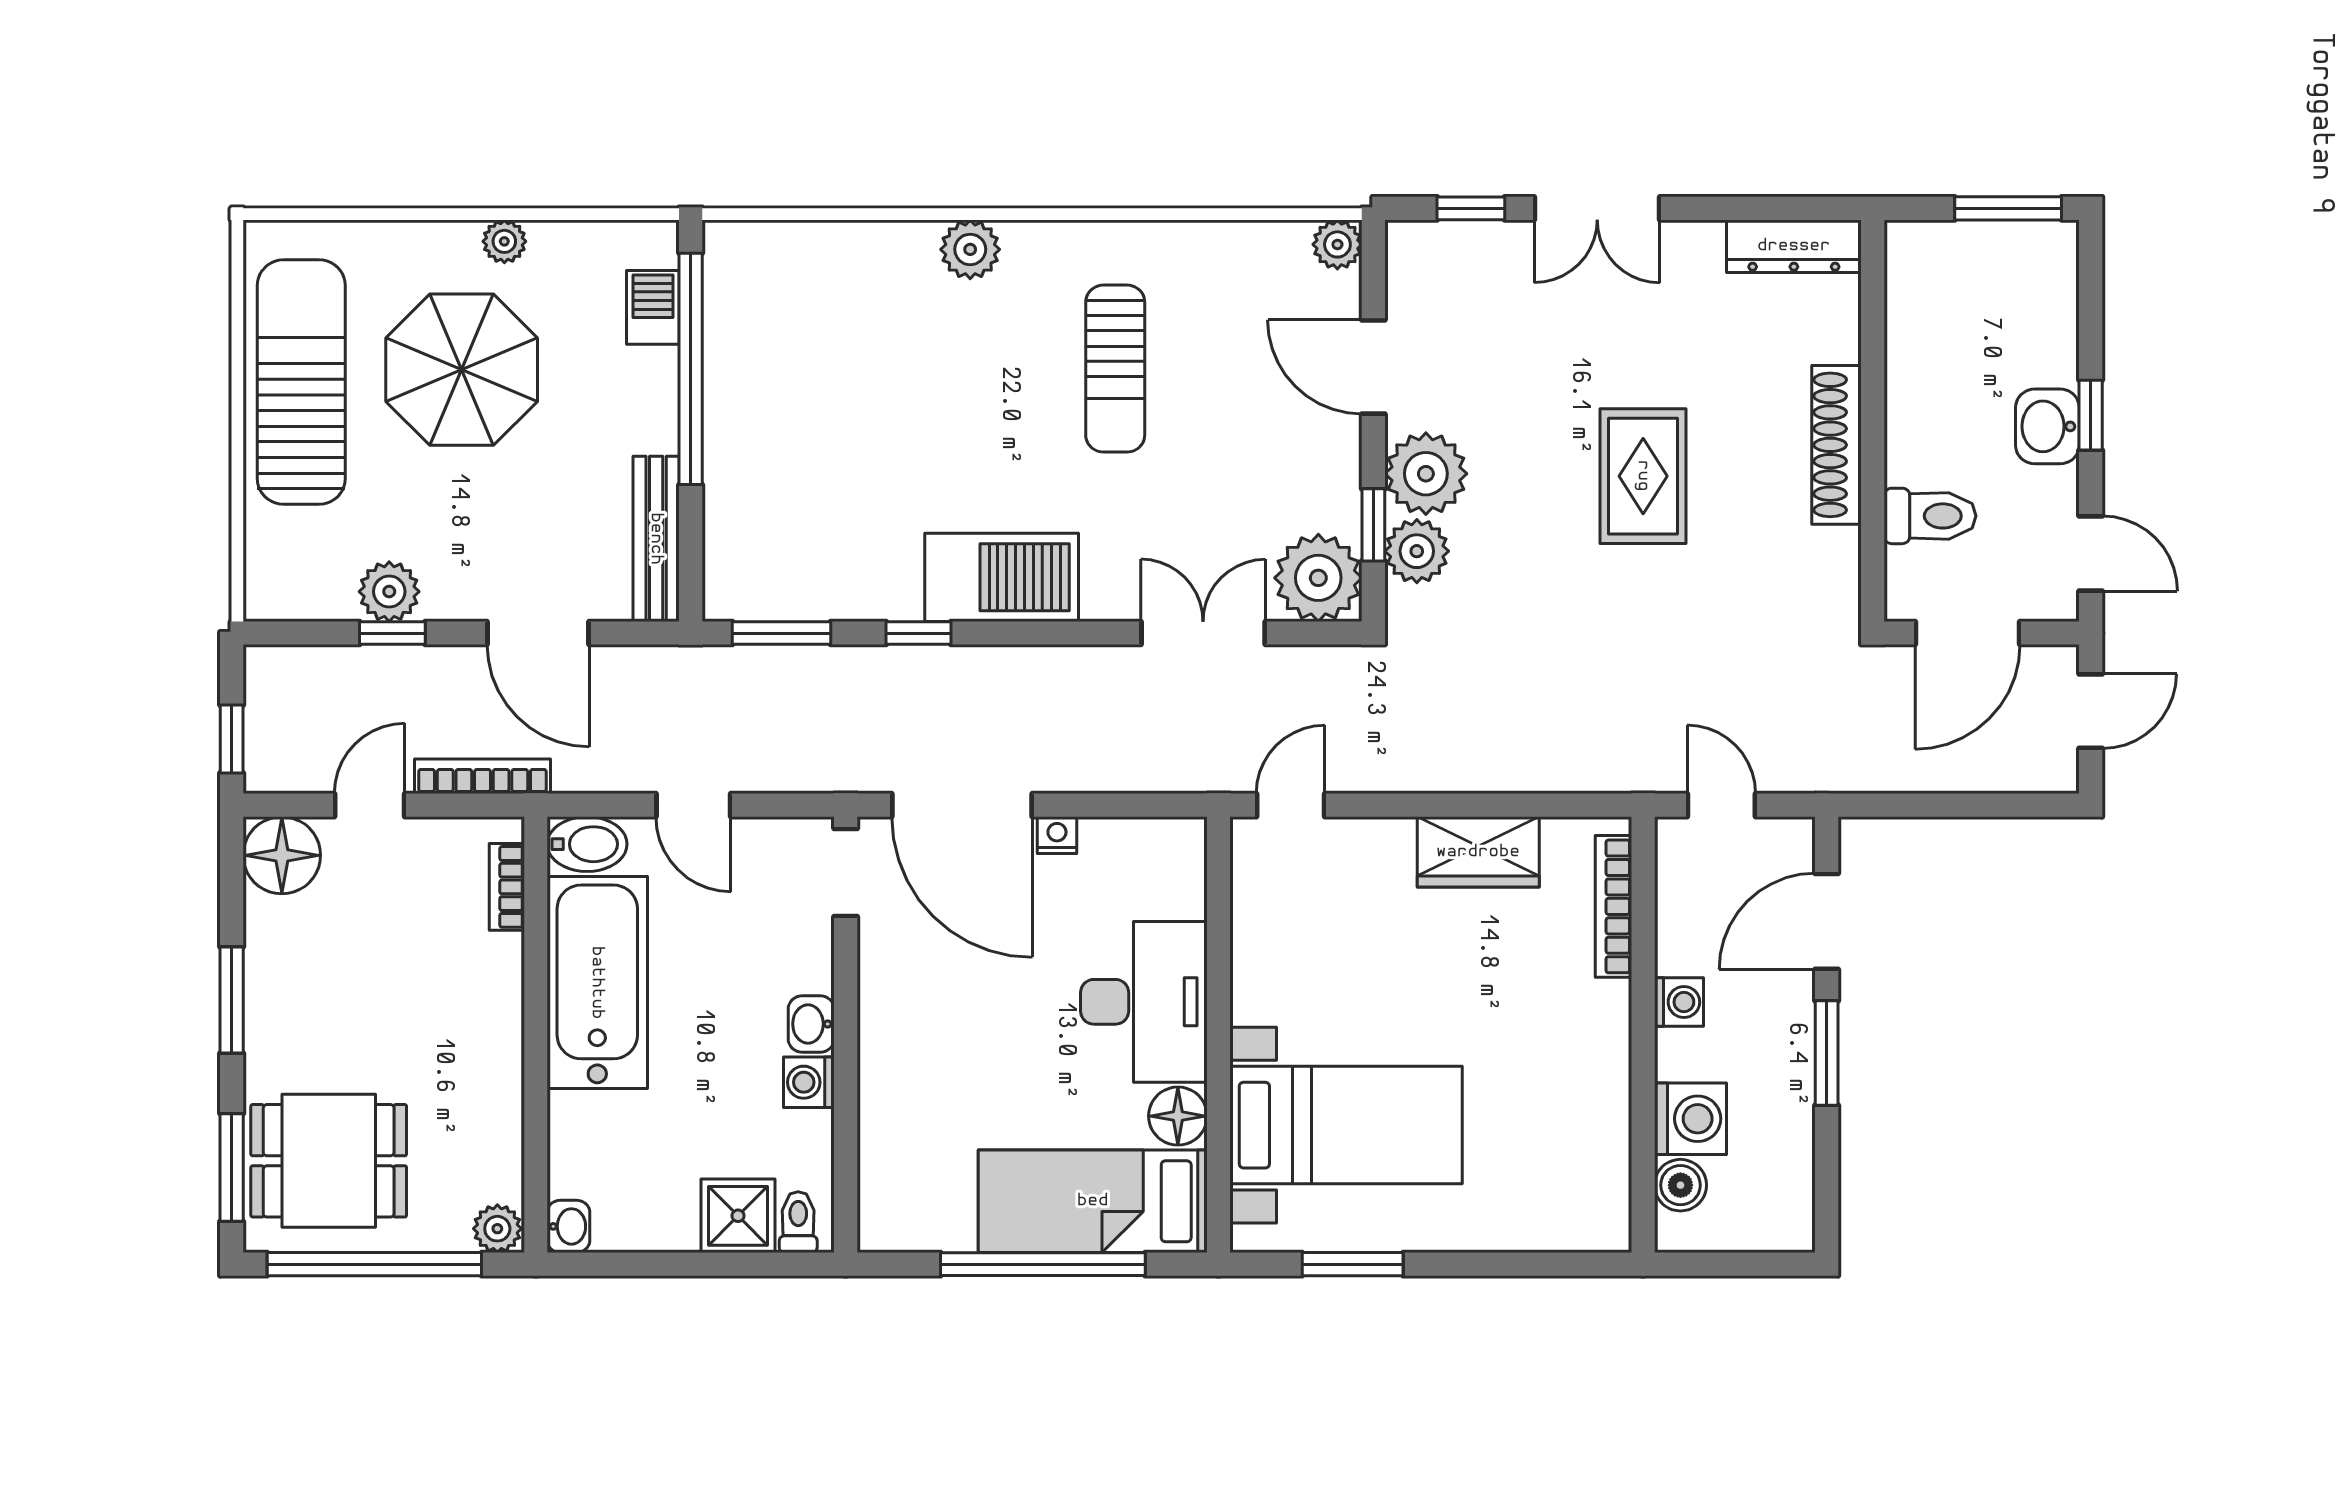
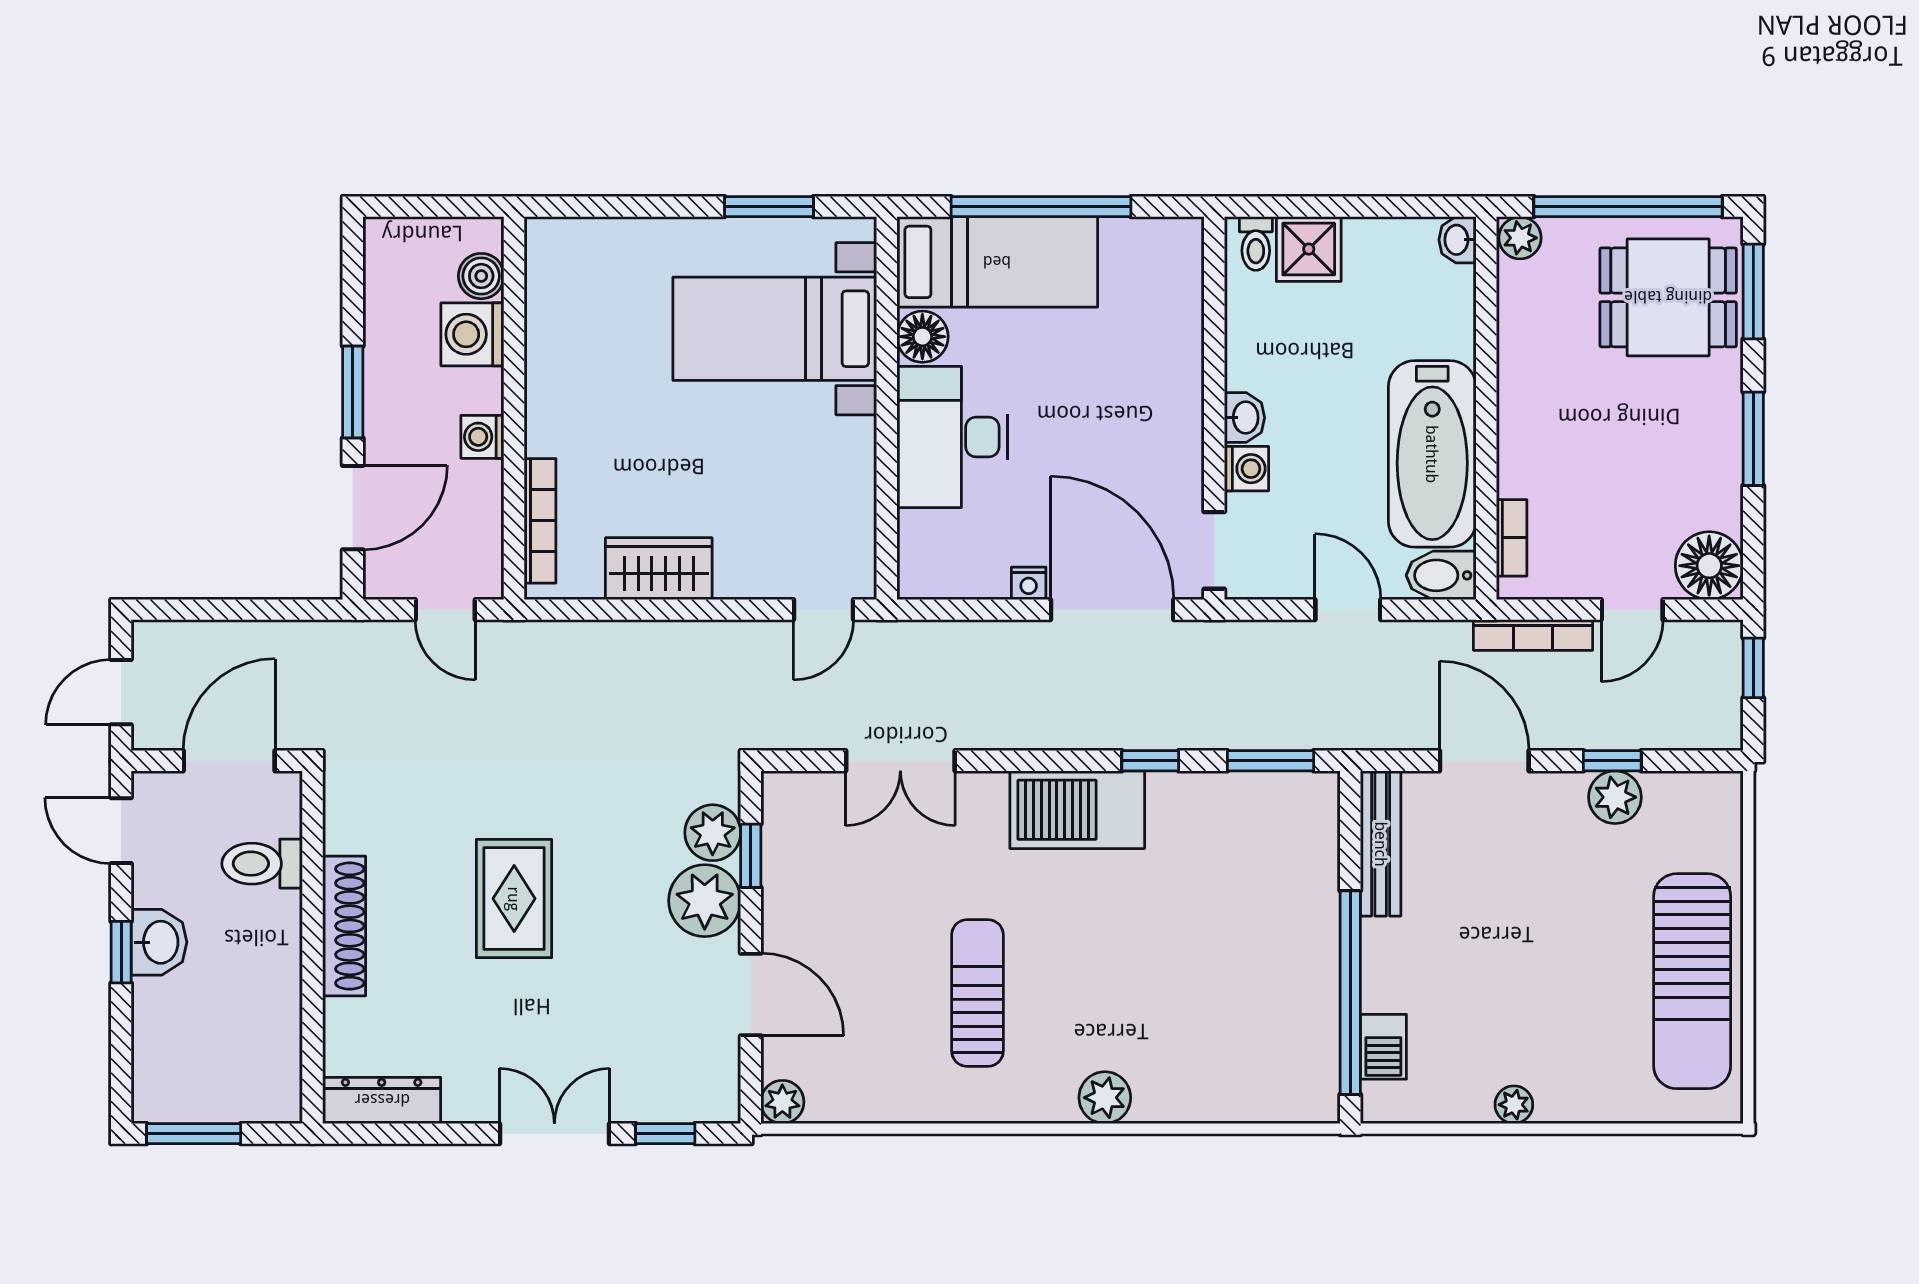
parasol: (462, 370) -> (1551, 992), removed
plant: (1318, 578) -> (799, 809), removed
washing machine: (809, 1082) -> (1247, 469), moved

